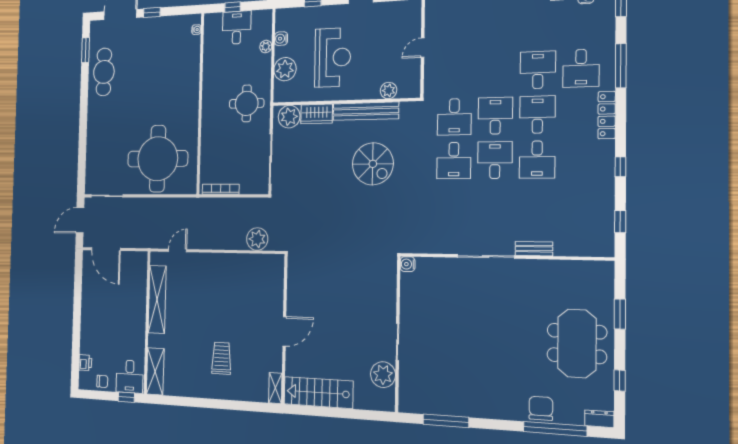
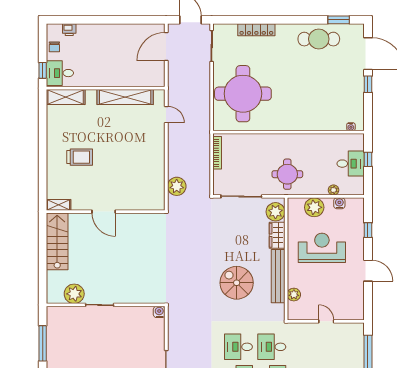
reception desk: (333, 57) -> (322, 248), turned 180
locker: (92, 144) -> (256, 30), added
spiral stairs: (373, 164) -> (237, 283), turned 90

